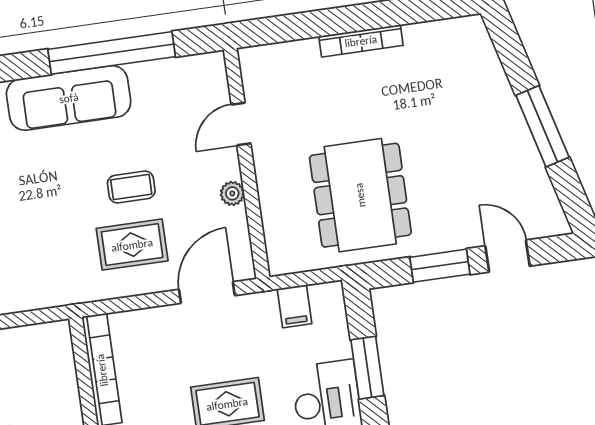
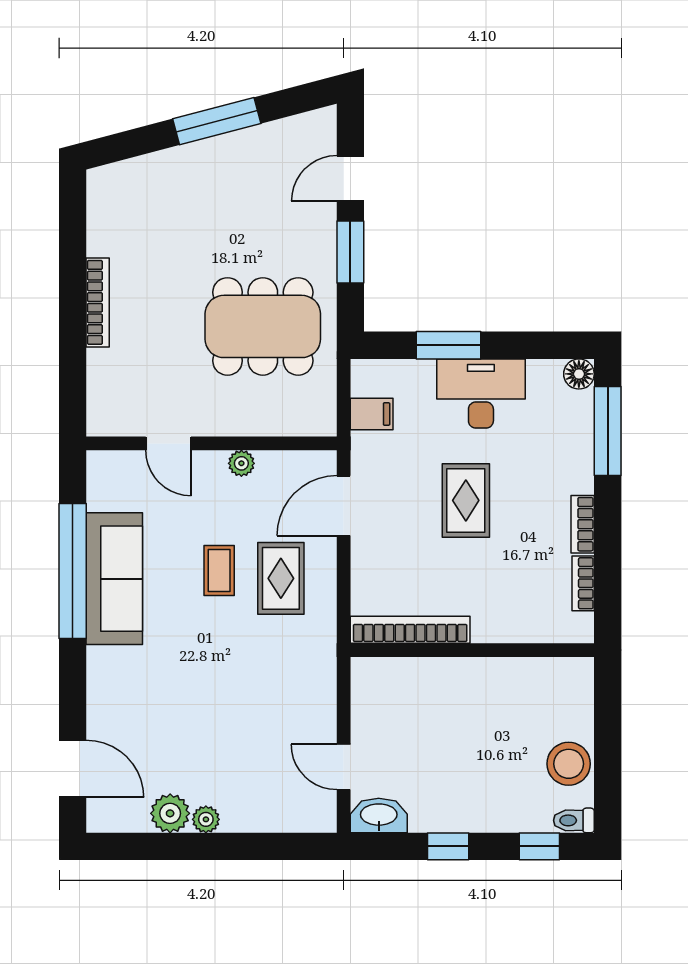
sofa: (69, 98) -> (114, 579), moved
door: (207, 292) -> (344, 506), hinge flipped

